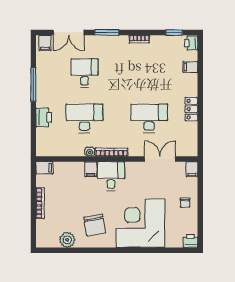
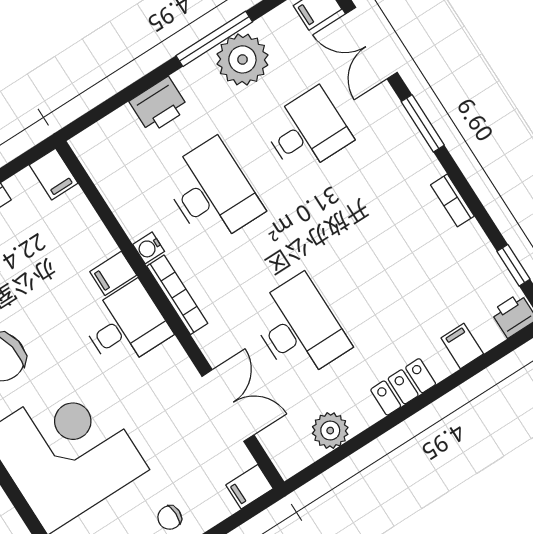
plant: (46, 79) -> (242, 59), added
locker: (191, 109) -> (403, 387), moved
plant: (190, 130) -> (330, 431), added

